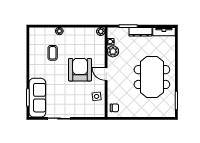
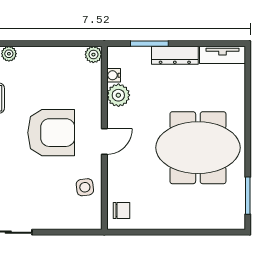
armchair: (80, 70) -> (51, 133), turned 90
door: (106, 74) -> (104, 141), swing flipped
meeting table: (152, 77) -> (198, 148), turned 90

